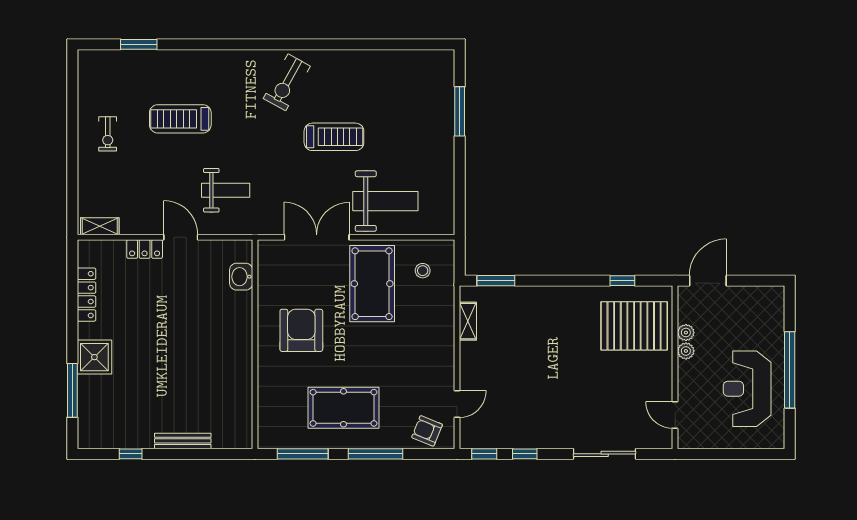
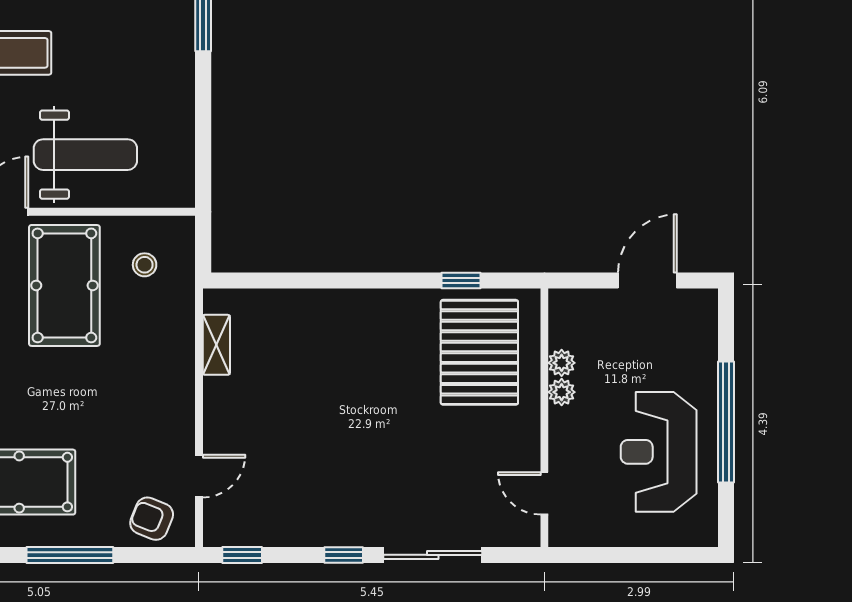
window: (496, 281) -> (260, 281), removed
door: (708, 281) -> (647, 281), moved
pallet: (634, 326) -> (479, 352), turned 90
window: (525, 454) -> (344, 555), moved

